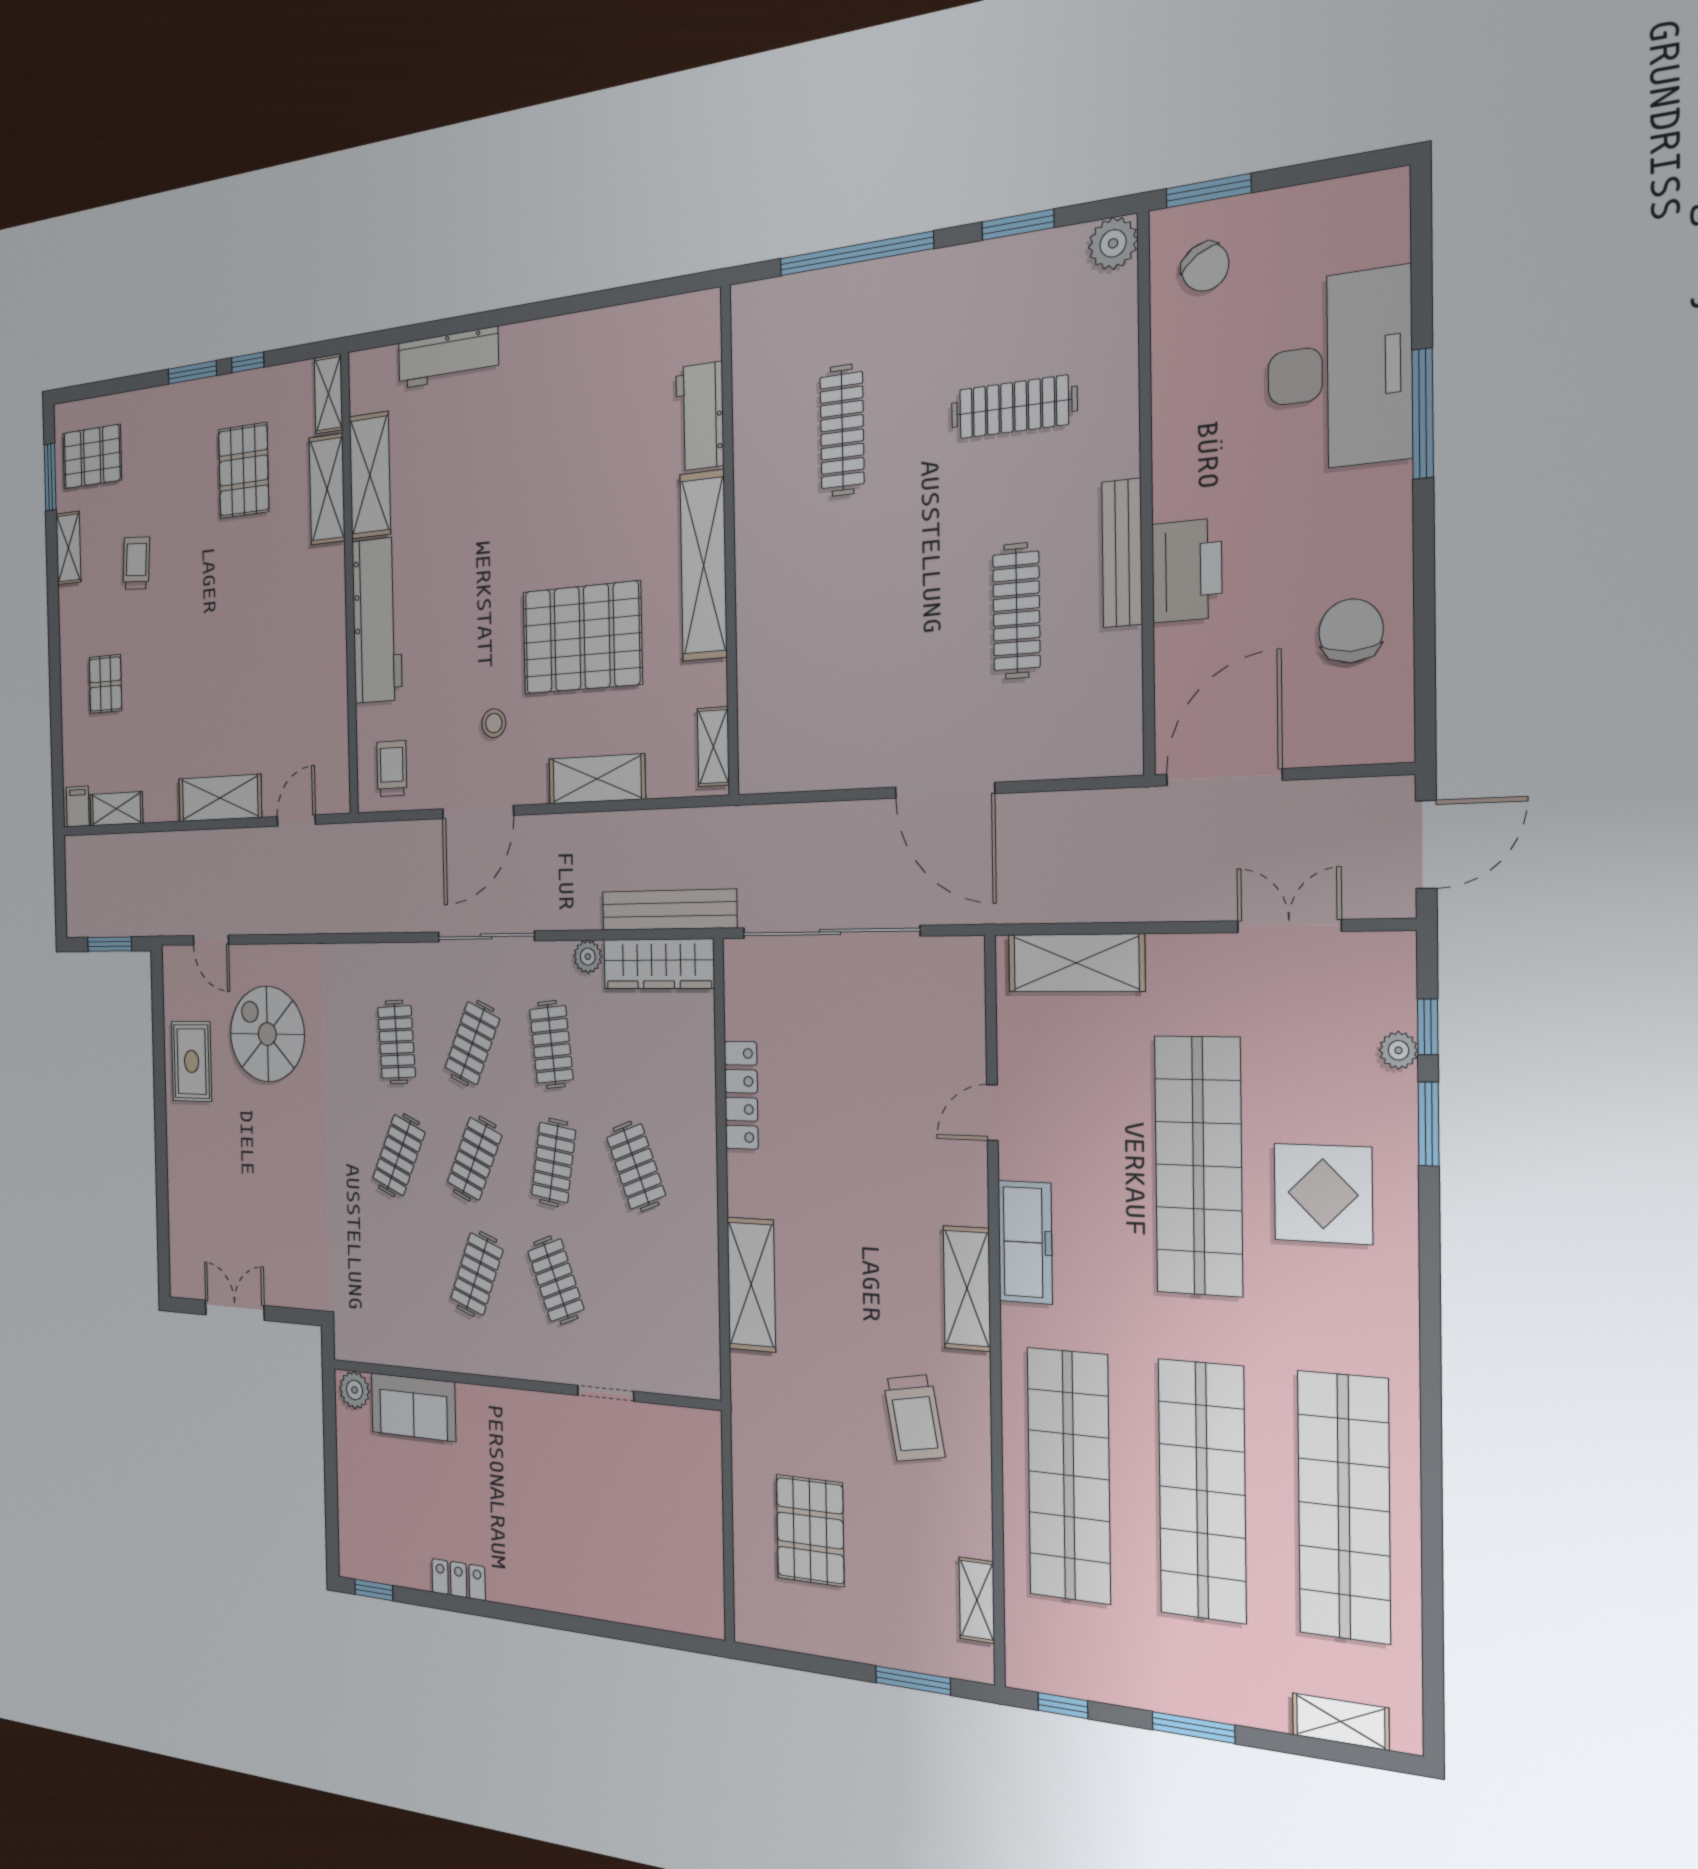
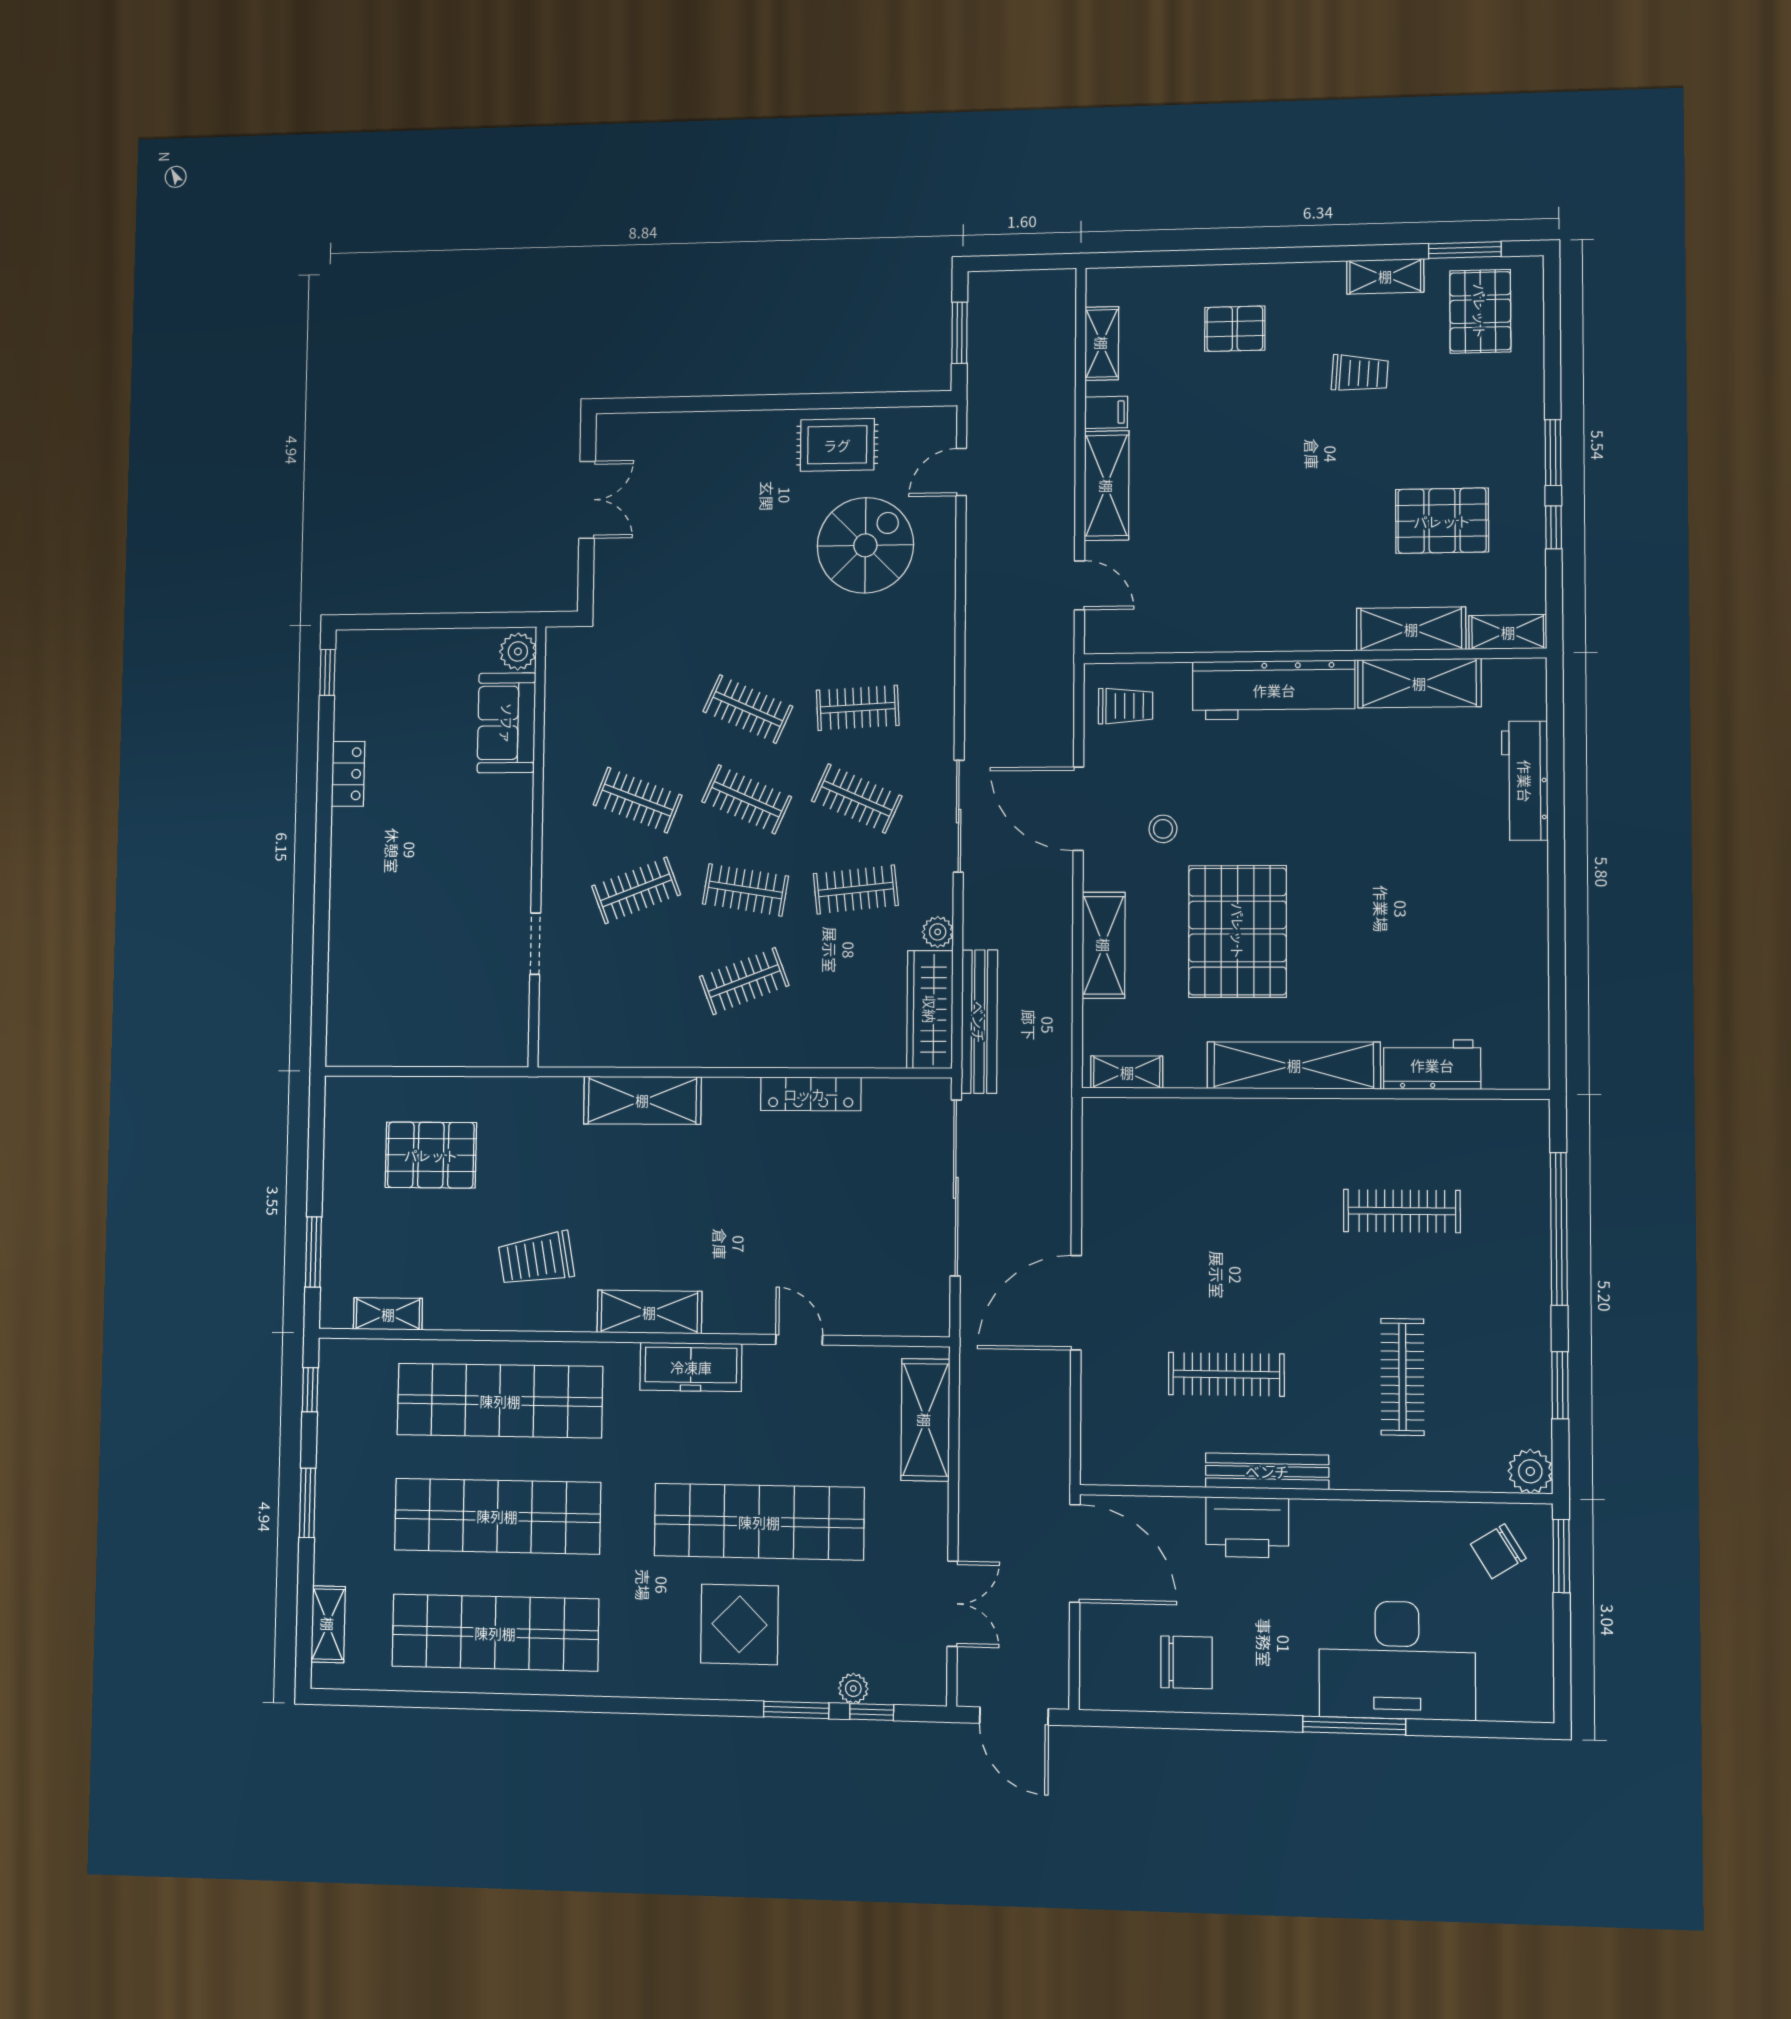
filing cabinet: (78, 806) -> (1106, 412), moved

